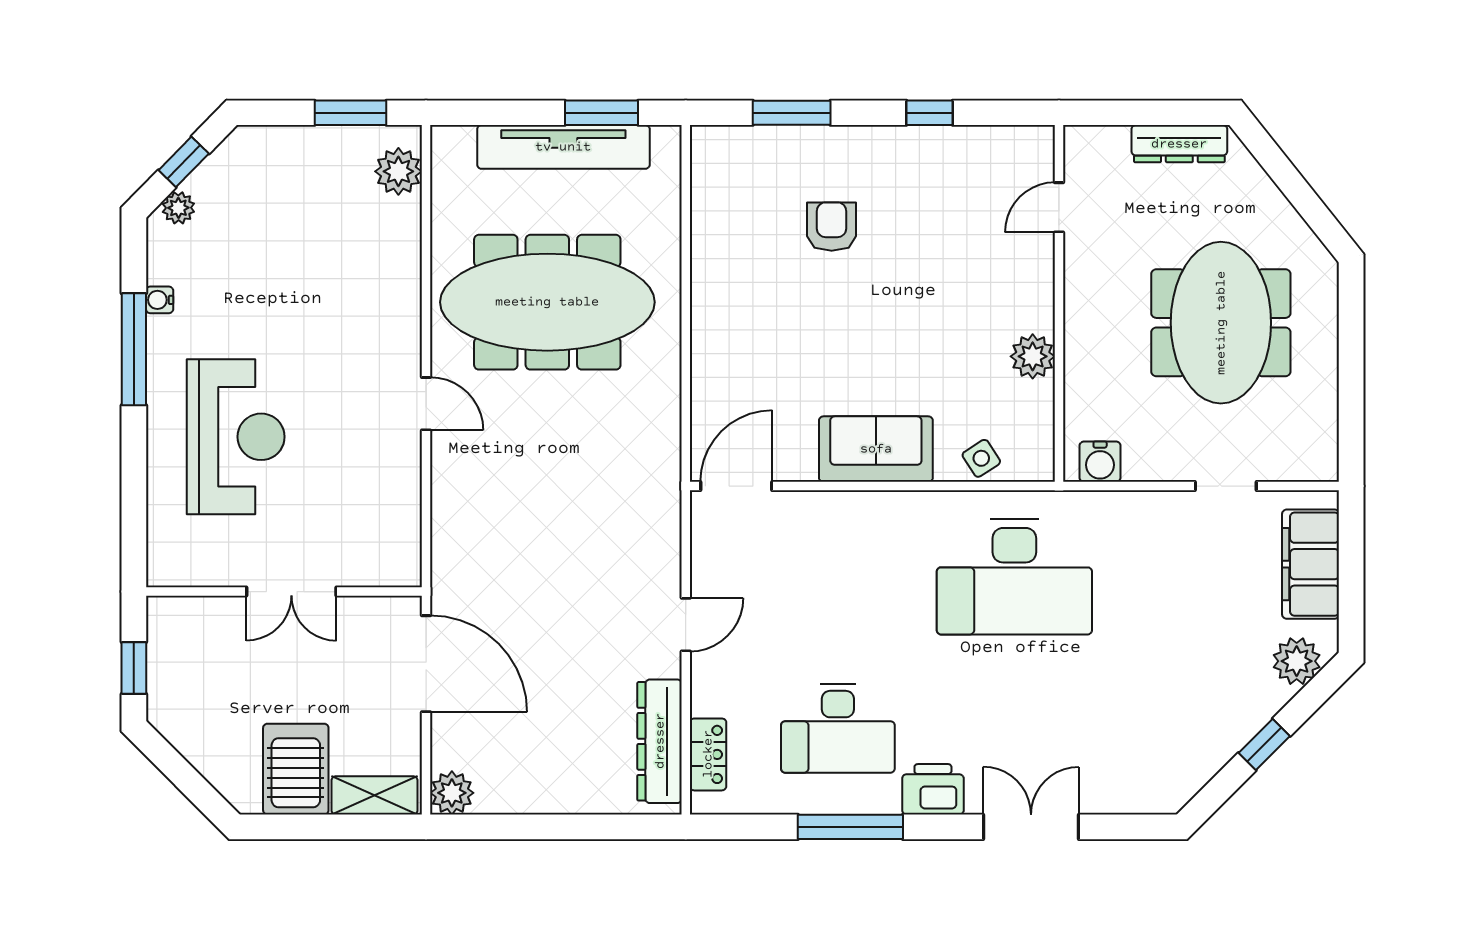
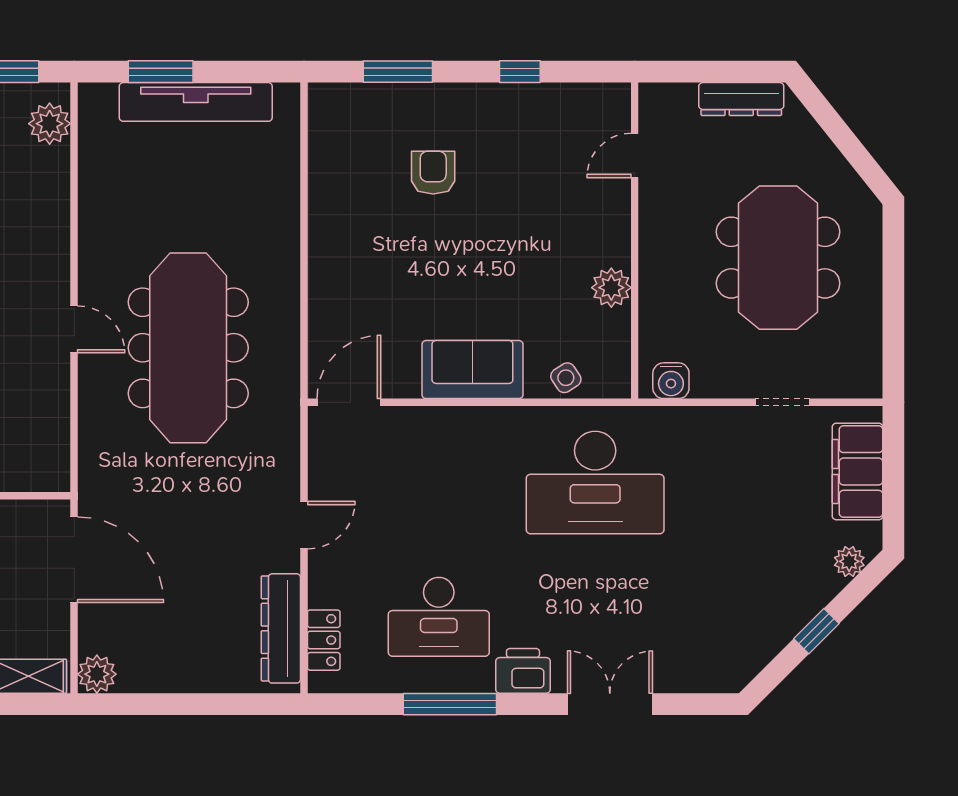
window: (601, 113) -> (161, 72), moved
meeting table: (547, 302) -> (188, 348), moved, turned 90
plant: (1297, 661) -> (849, 561), width x0.73, depth x0.73

